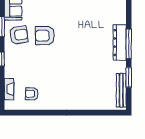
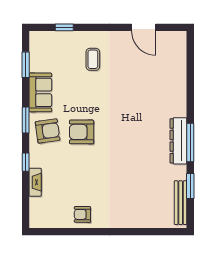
fireplace: (9, 89) -> (35, 182), moved
armchair: (32, 94) -> (82, 214), moved

